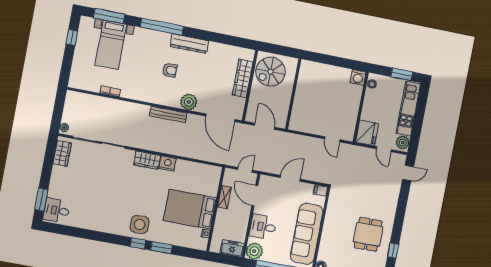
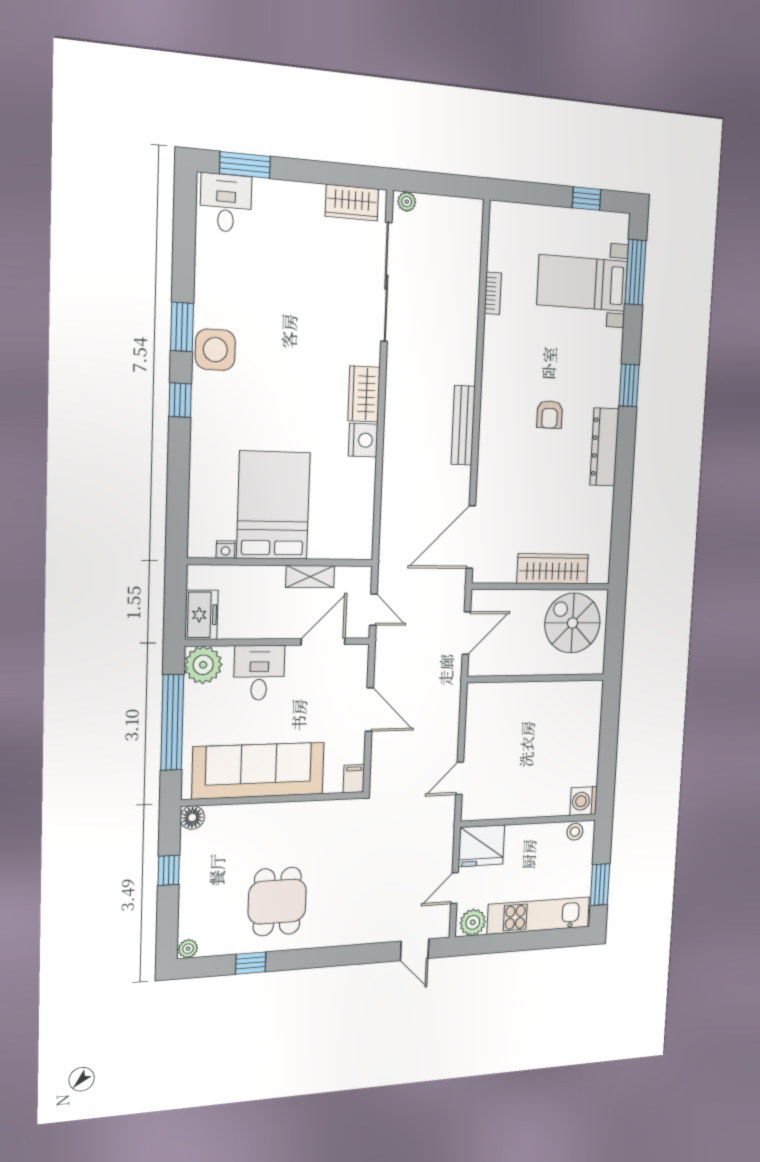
window: (162, 27) -> (629, 385), width x0.47
plant: (189, 102) -> (493, 465), removed
side table: (140, 224) -> (215, 350), moved
dining table: (368, 234) -> (277, 902), turned 90
window: (161, 248) -> (182, 327), moved

